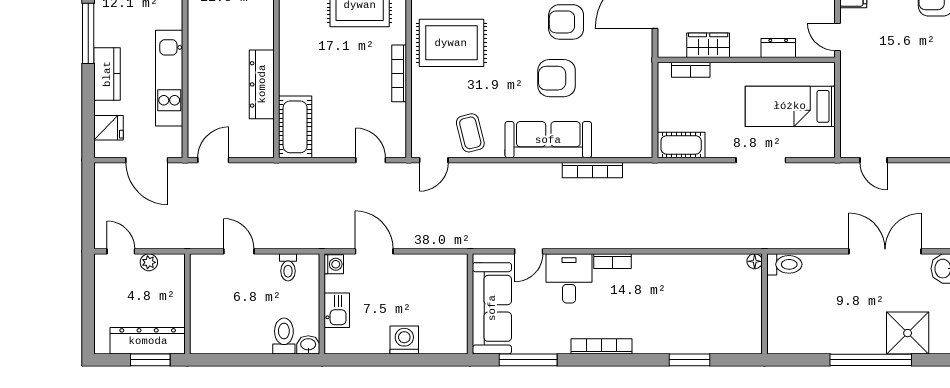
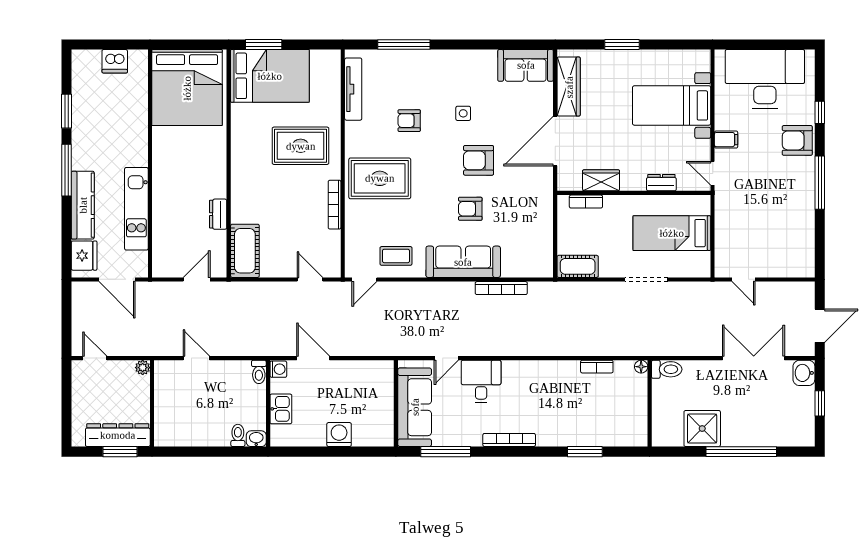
kitchen counter: (107, 74) -> (83, 205), width x1.50
armchair: (557, 78) -> (470, 209), width x0.72, depth x0.72
dresser: (262, 84) -> (218, 214), width x0.51, depth x0.80
fridge: (108, 128) -> (84, 256), width x1.38
coffee table: (470, 133) -> (396, 256), turned -76
door: (213, 160) -> (197, 279), moved
bookcase: (613, 261) -> (597, 367), moved
plant: (149, 262) -> (143, 368), moved
toilet: (288, 267) -> (259, 372), moved
shower: (908, 333) -> (702, 429), moved
toilet: (284, 336) -> (238, 435), width x0.73, depth x0.72

